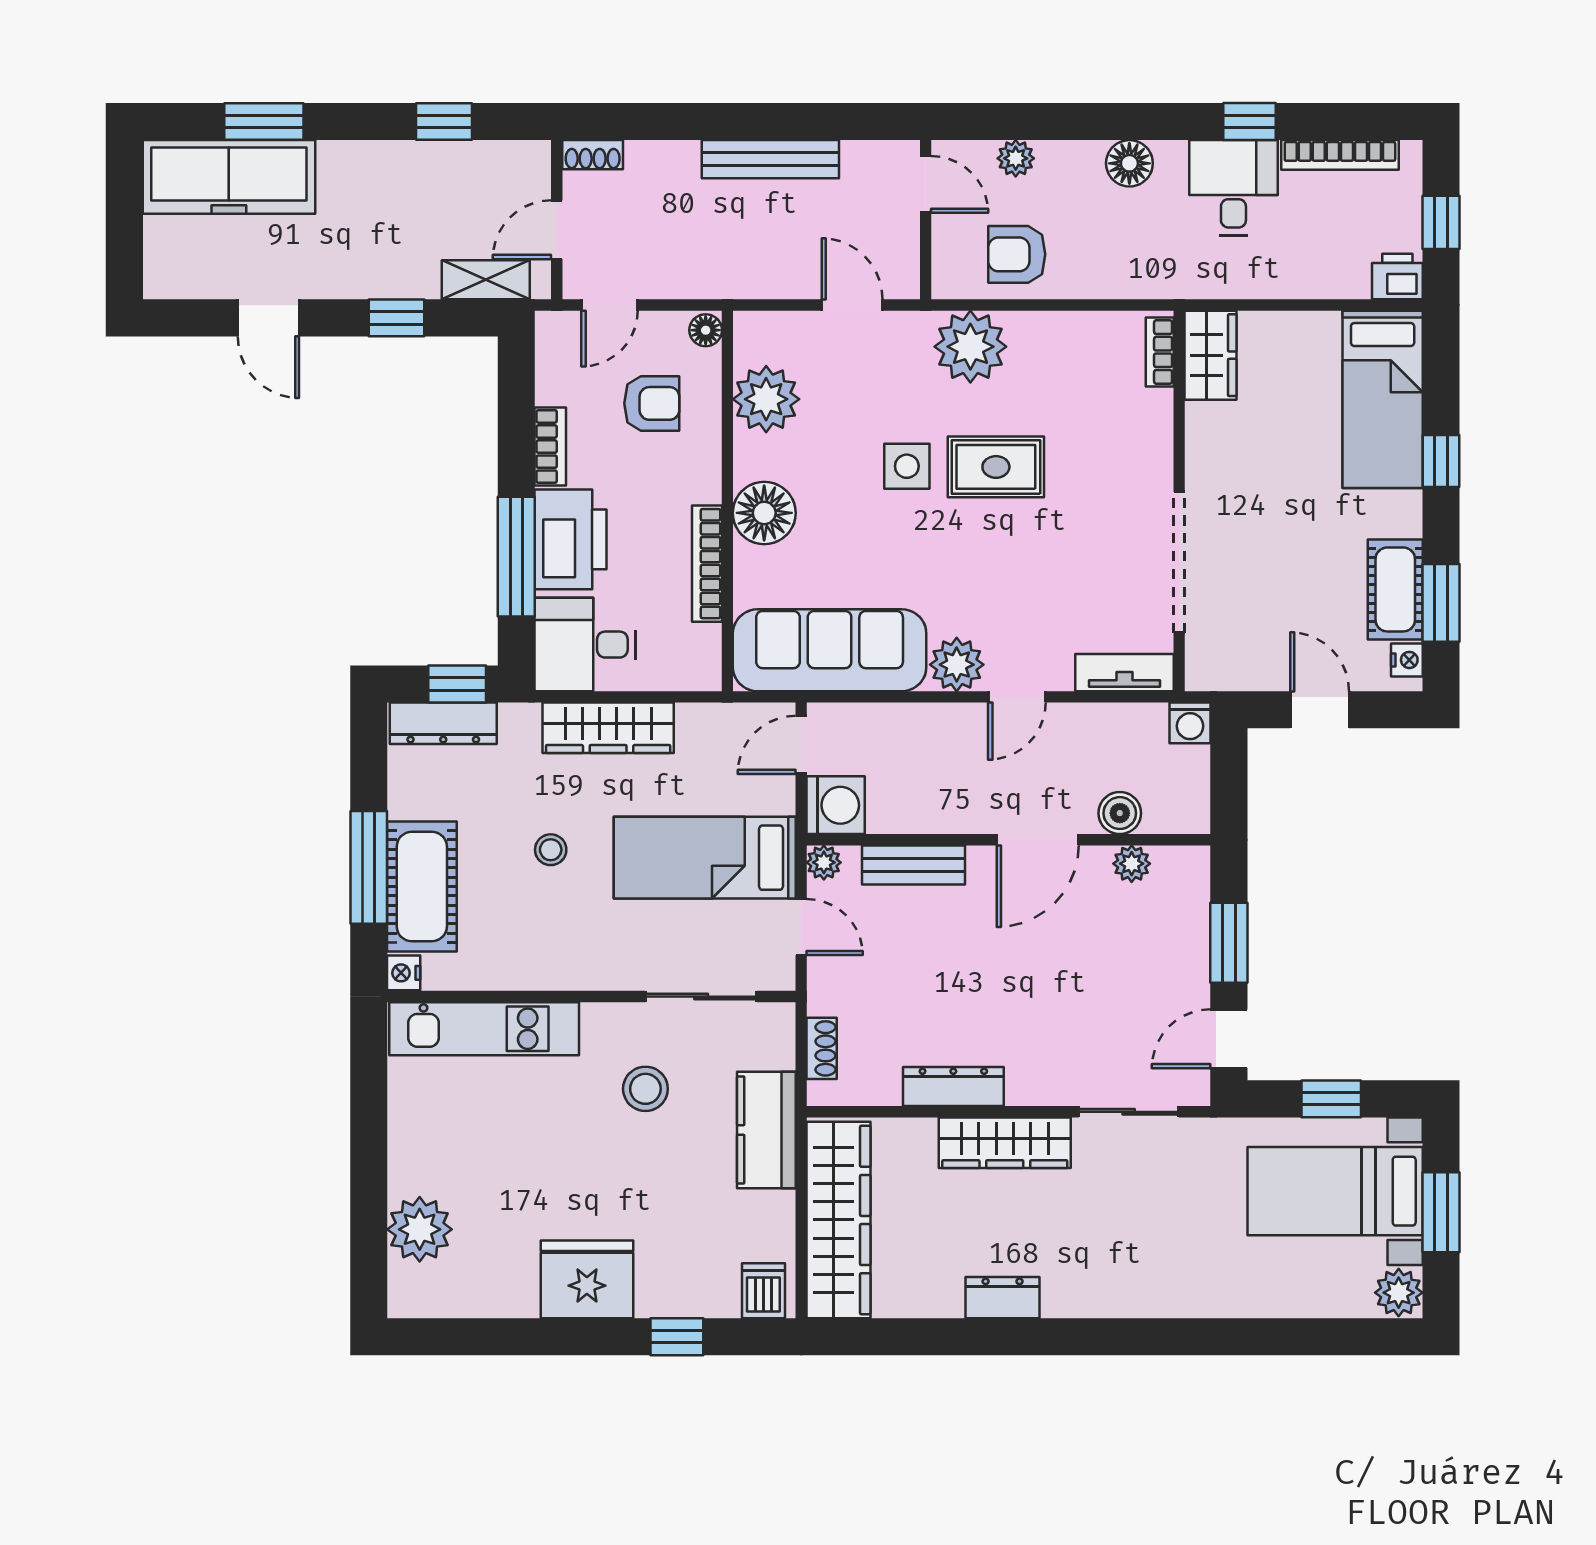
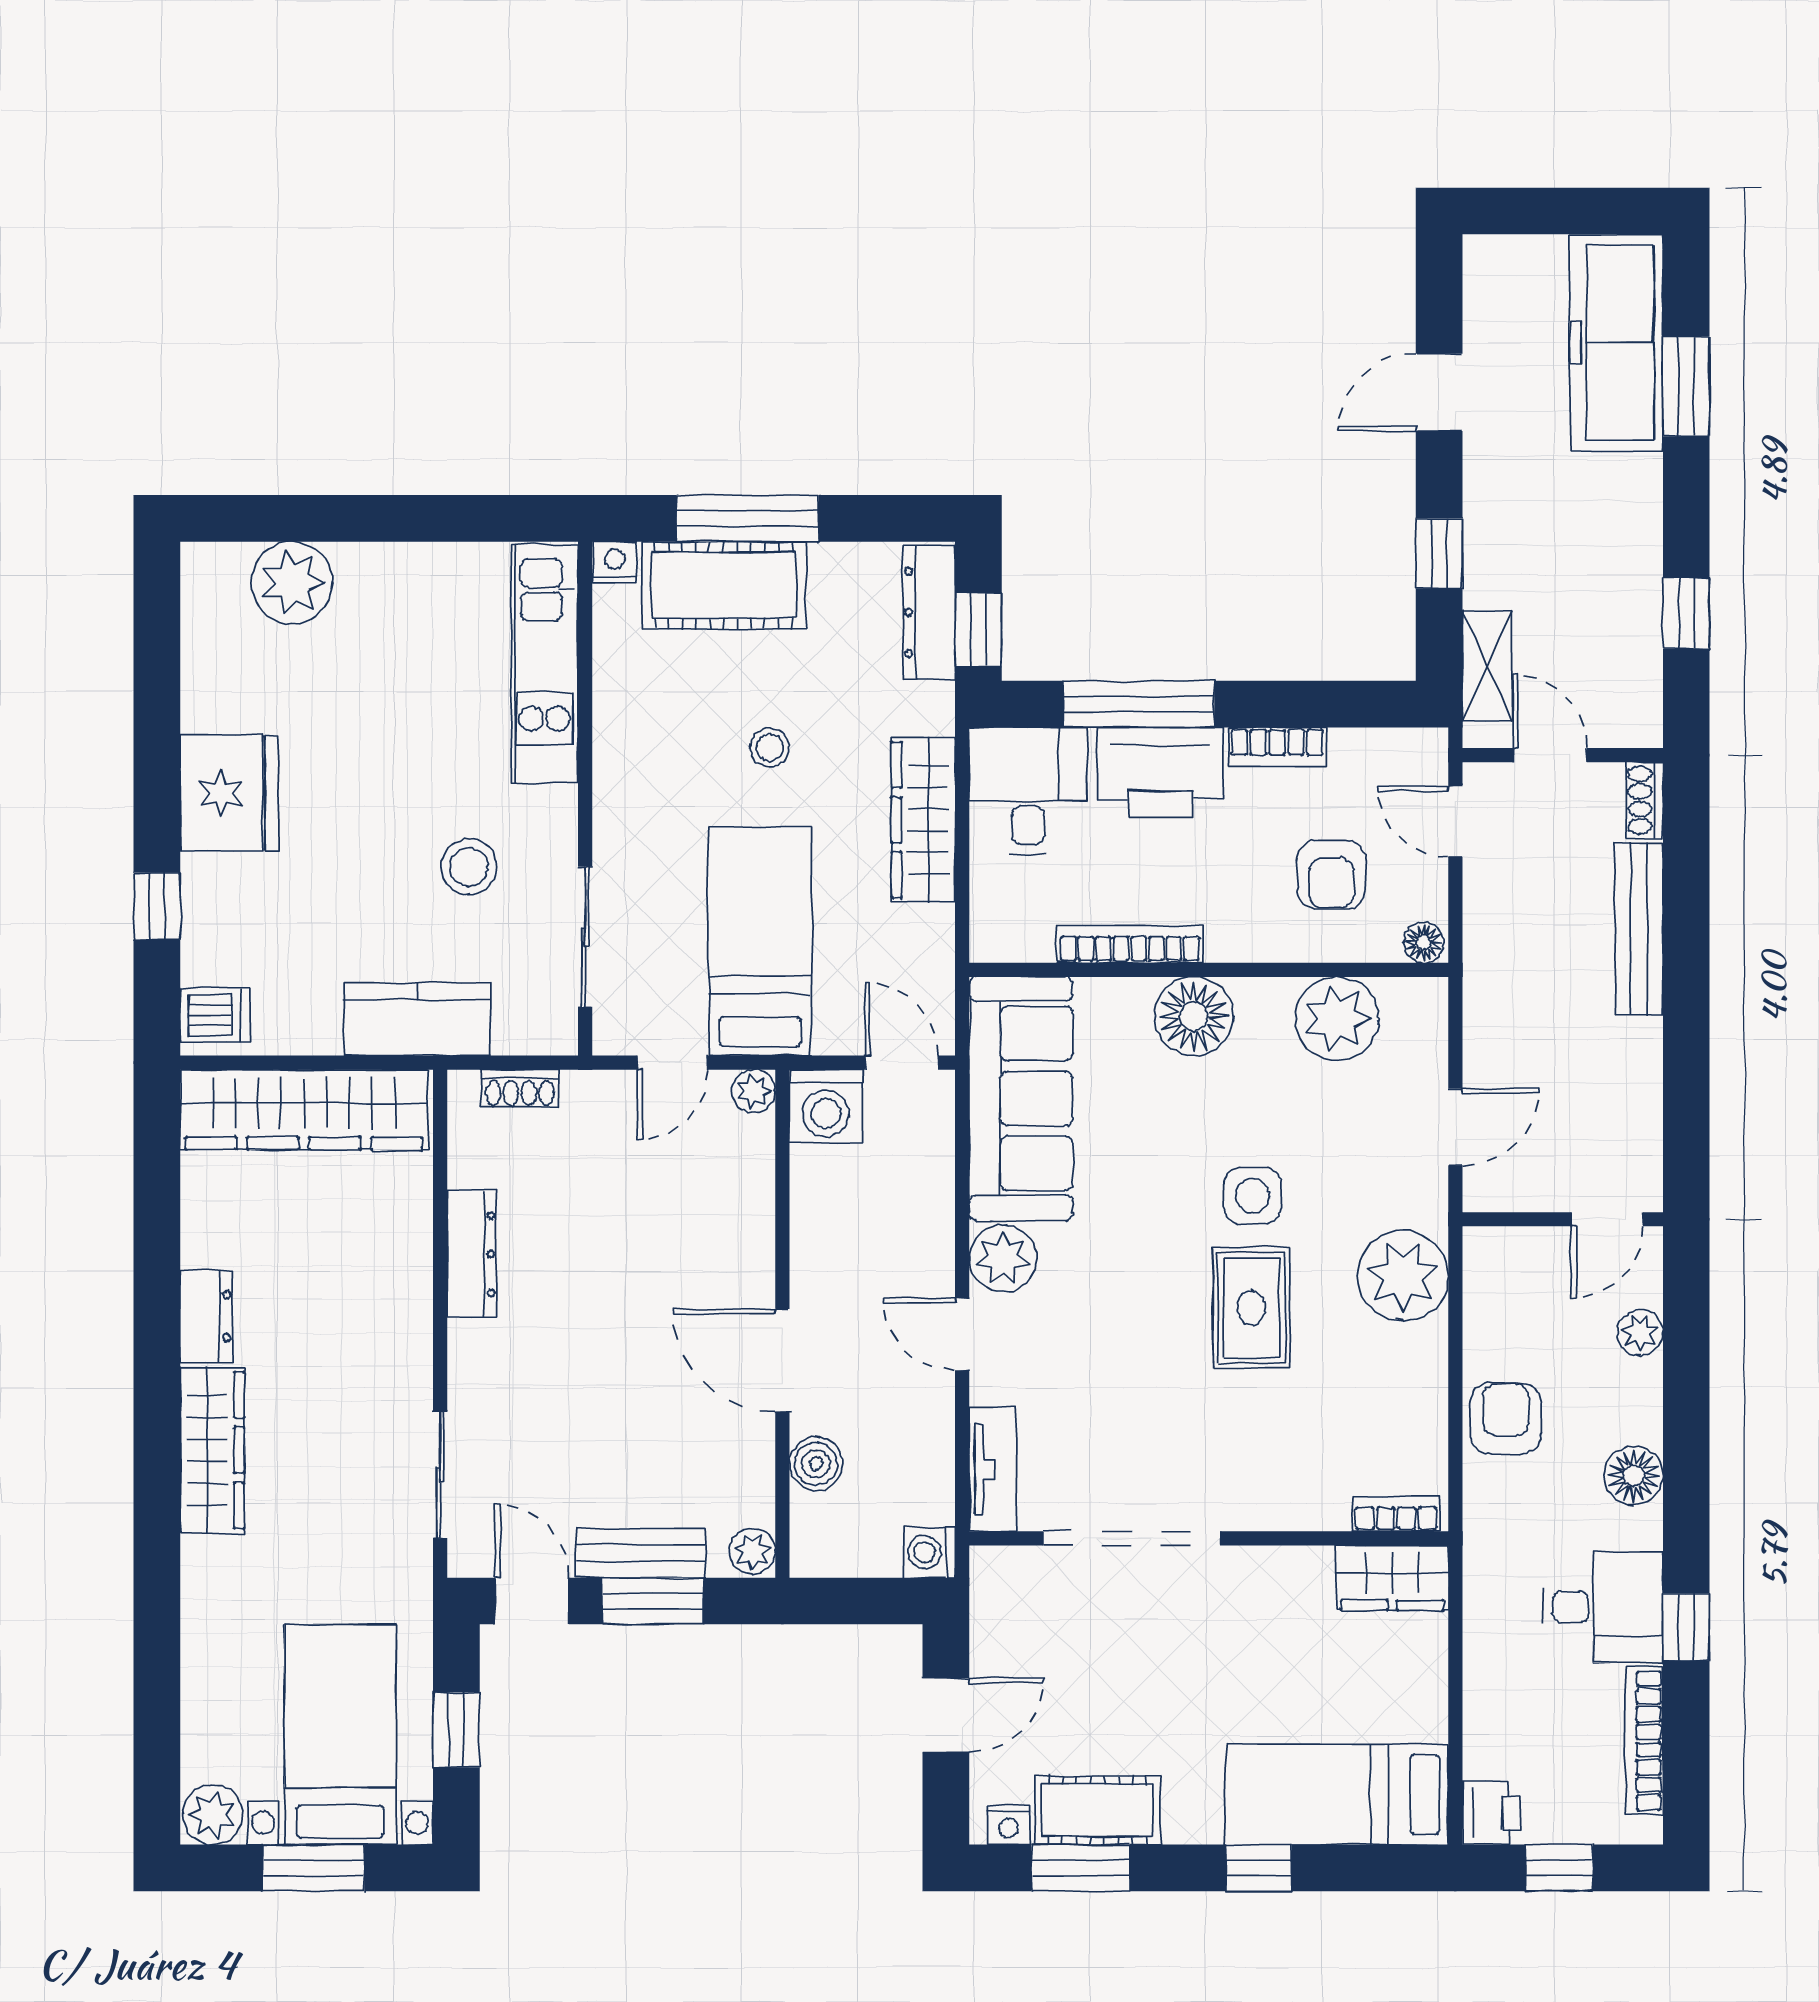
bench: (770, 159) -> (1639, 929), moved
armchair: (1017, 254) -> (1506, 1418), moved
plant: (1132, 864) -> (752, 1551), moved
bench: (914, 865) -> (641, 1553), moved, turned 90
wardrobe: (1005, 1143) -> (212, 1450), moved, turned 180

